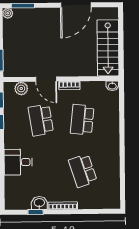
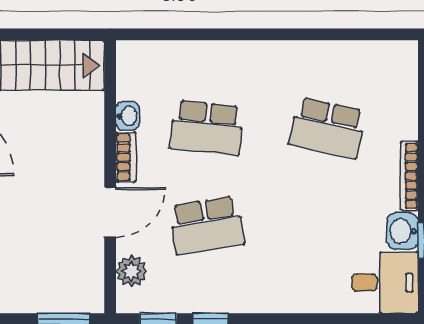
washbasin: (112, 86) -> (127, 116), moved
desk: (18, 162) -> (385, 283), moved, turned -90
school desk: (83, 171) -> (327, 128), turned 30

